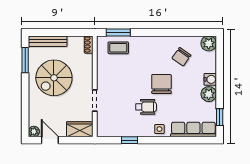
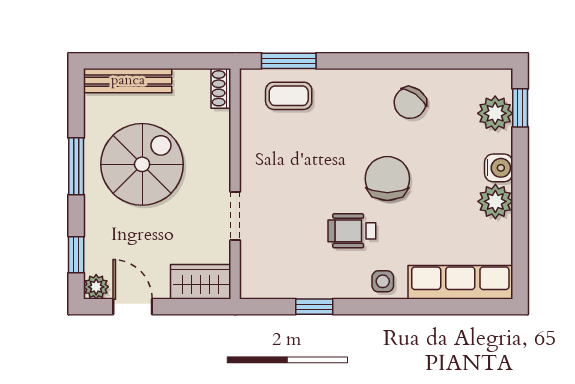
plant: (209, 43) -> (495, 113), moved
chair: (181, 57) -> (410, 103), moved
window: (25, 60) -> (76, 166), moved
spiral stairs: (54, 78) -> (142, 164), turned 180
wheelchair: (146, 107) -> (352, 231), turned 180
window: (25, 117) -> (76, 255), added
window: (220, 117) -> (520, 108), moved

